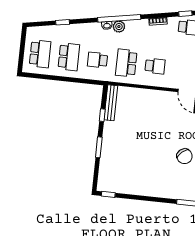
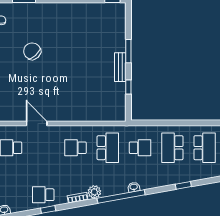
plant: (119, 27) -> (94, 192), moved
school desk: (40, 54) -> (205, 148), turned 180
bench: (111, 103) -> (120, 67), moved, width x0.73

